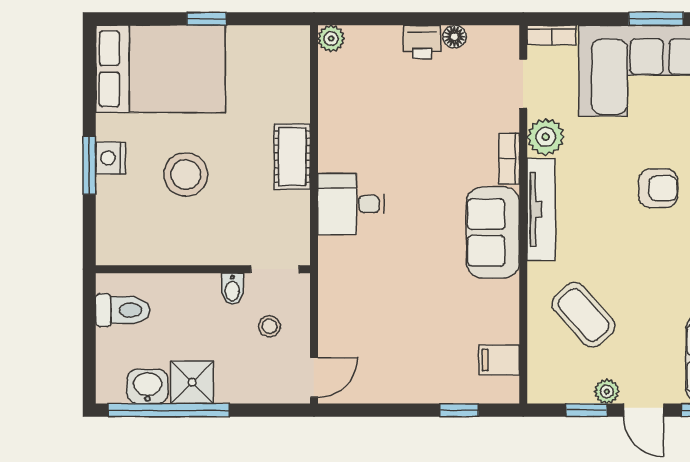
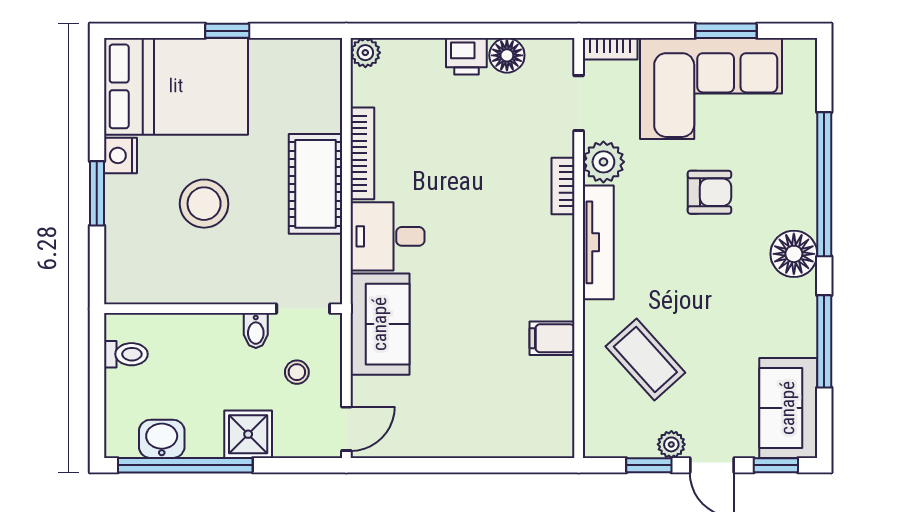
floor lamp: (454, 37) -> (507, 55), width x1.37, depth x1.37
bookcase: (328, 129) -> (362, 153), added
cot: (292, 157) -> (315, 184), width x1.37, depth x1.34
nightstand: (110, 158) -> (120, 155), moved
armchair: (658, 188) -> (709, 192), moved
sofa: (493, 232) -> (380, 324), moved, turned 180
toilet: (123, 310) -> (126, 354), width x0.73, depth x0.72
filing cabinet: (499, 360) -> (552, 338), moved
shower: (192, 382) -> (248, 434), moved
window: (459, 410) -> (508, 465), removed

